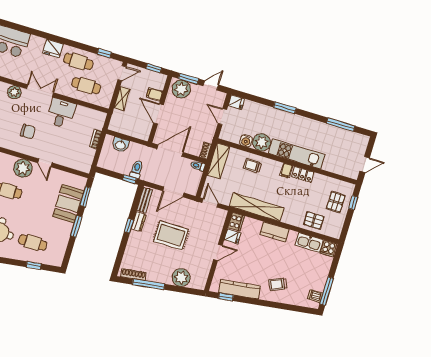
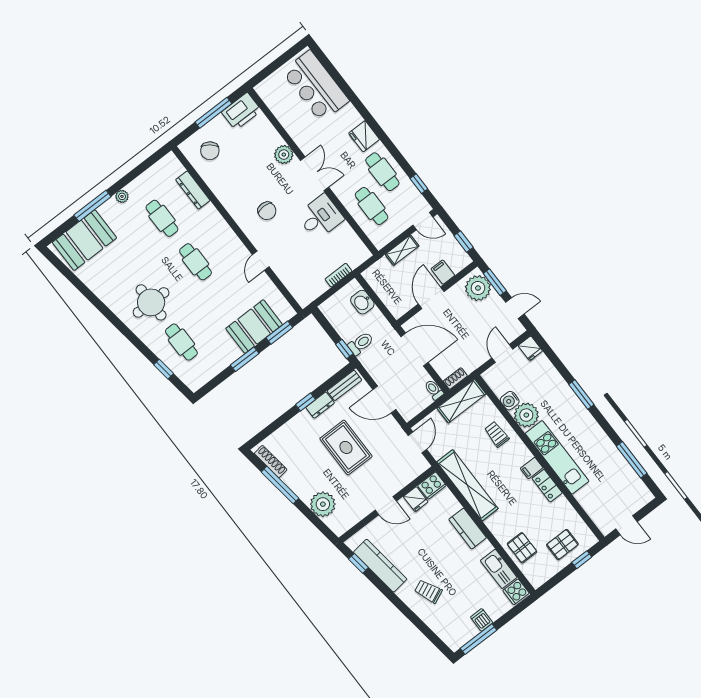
plant: (23, 168) -> (231, 249), removed
dishwasher: (315, 296) -> (482, 620), moved

